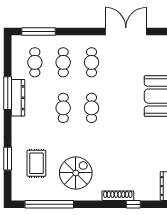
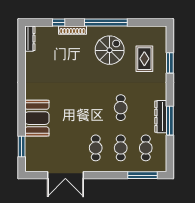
cafe table: (92, 108) -> (96, 108), removed
spiral stairs: (76, 173) -> (110, 50), turned 180
window: (49, 204) -> (106, 22), moved

